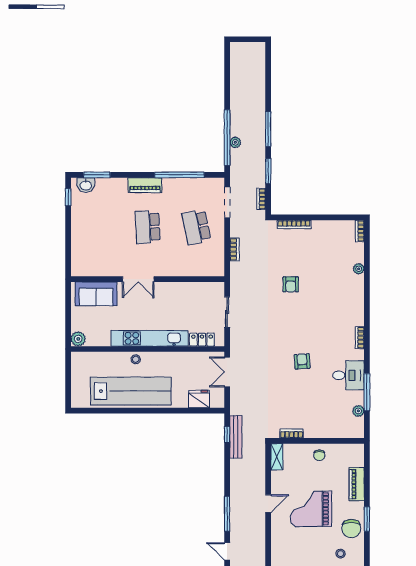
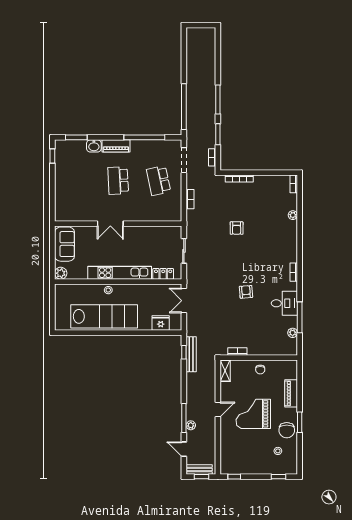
plant: (235, 142) -> (191, 425), moved
washbasin: (86, 185) -> (94, 146), moved
sofa: (96, 294) -> (65, 244), moved, turned -90

